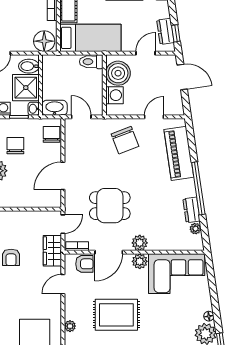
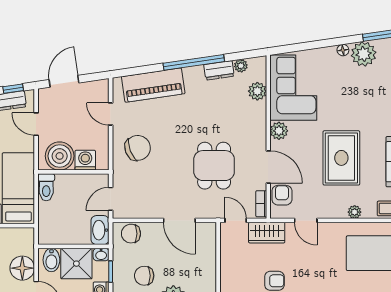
floor lamp: (44, 41) -> (22, 268), moved
plant: (140, 243) -> (257, 91), moved

